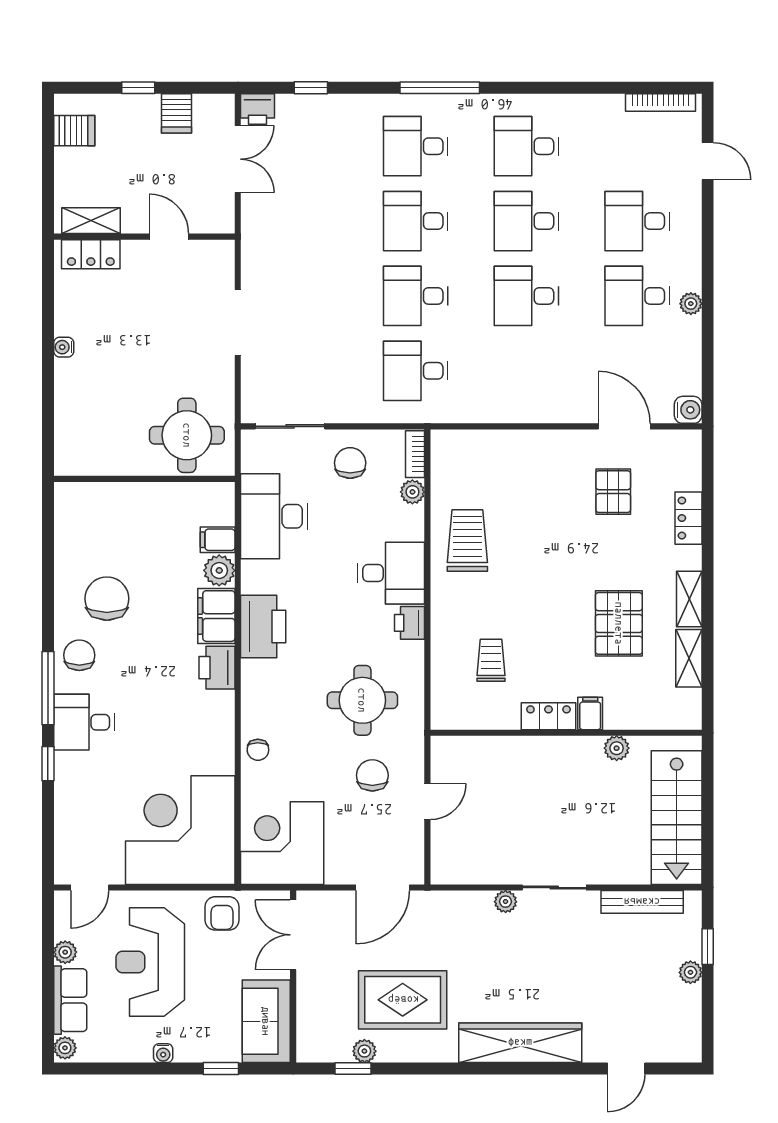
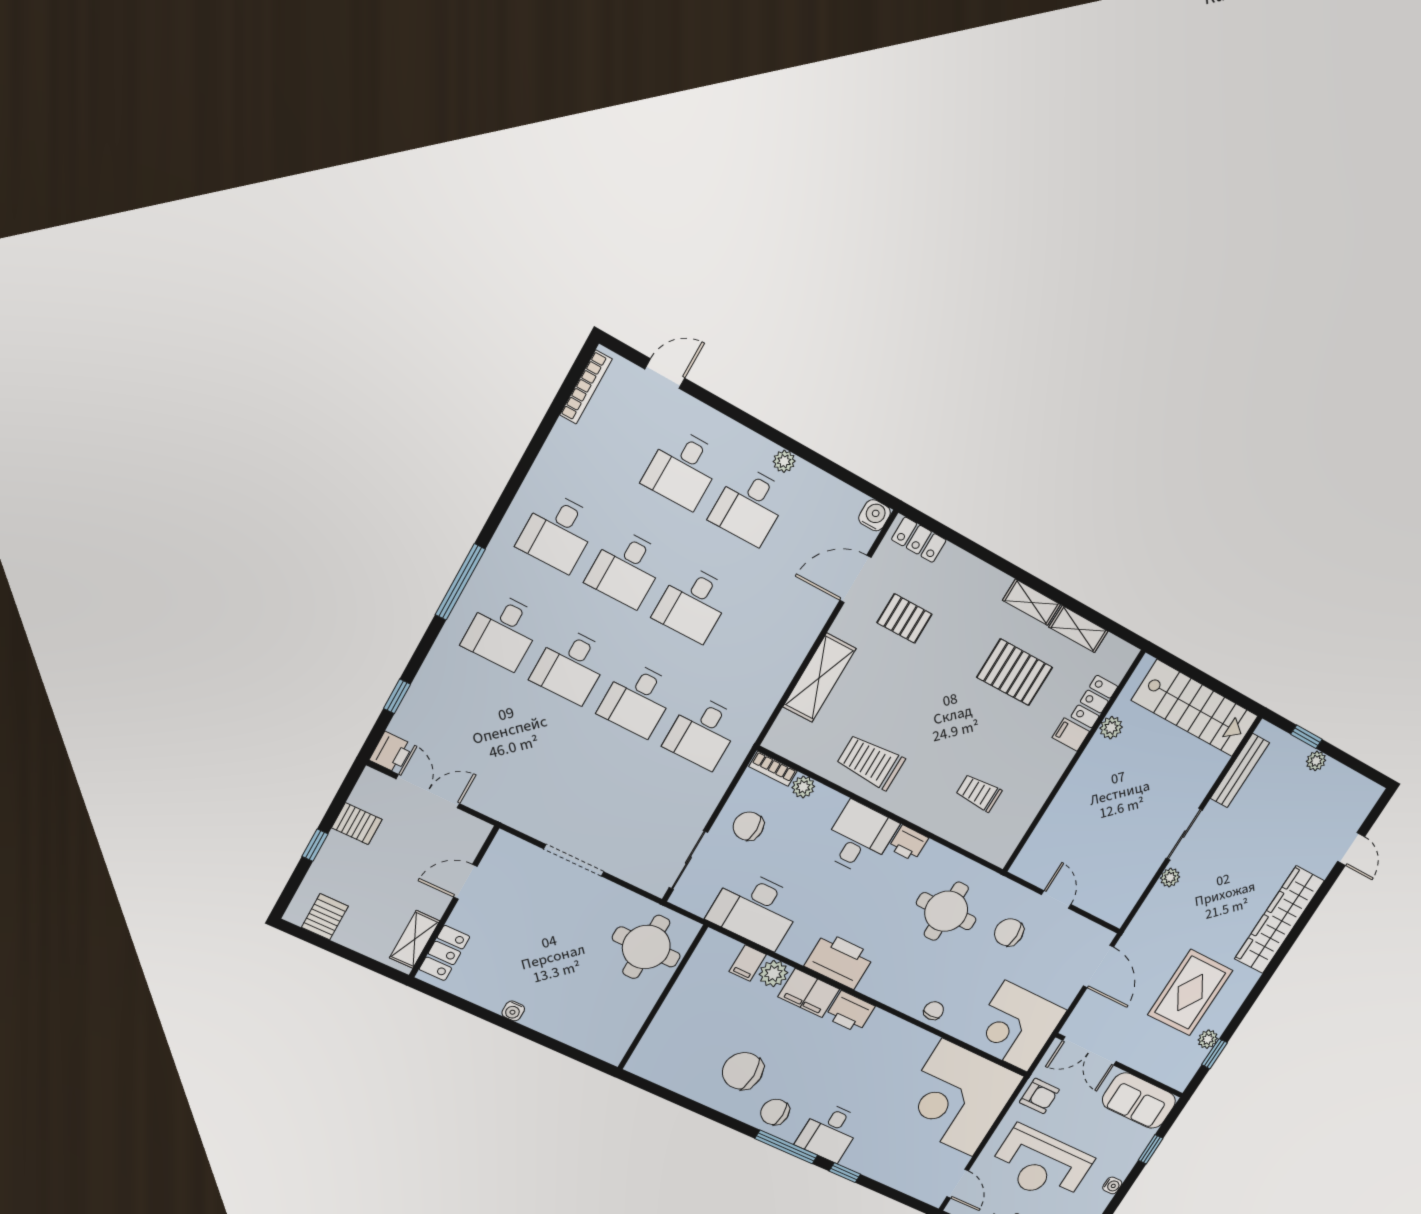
shelving: (520, 447) -> (819, 678), added
locker: (688, 518) -> (919, 540), moved
locker: (548, 716) -> (1094, 702), moved
chair: (258, 750) -> (934, 1011), turned -90

